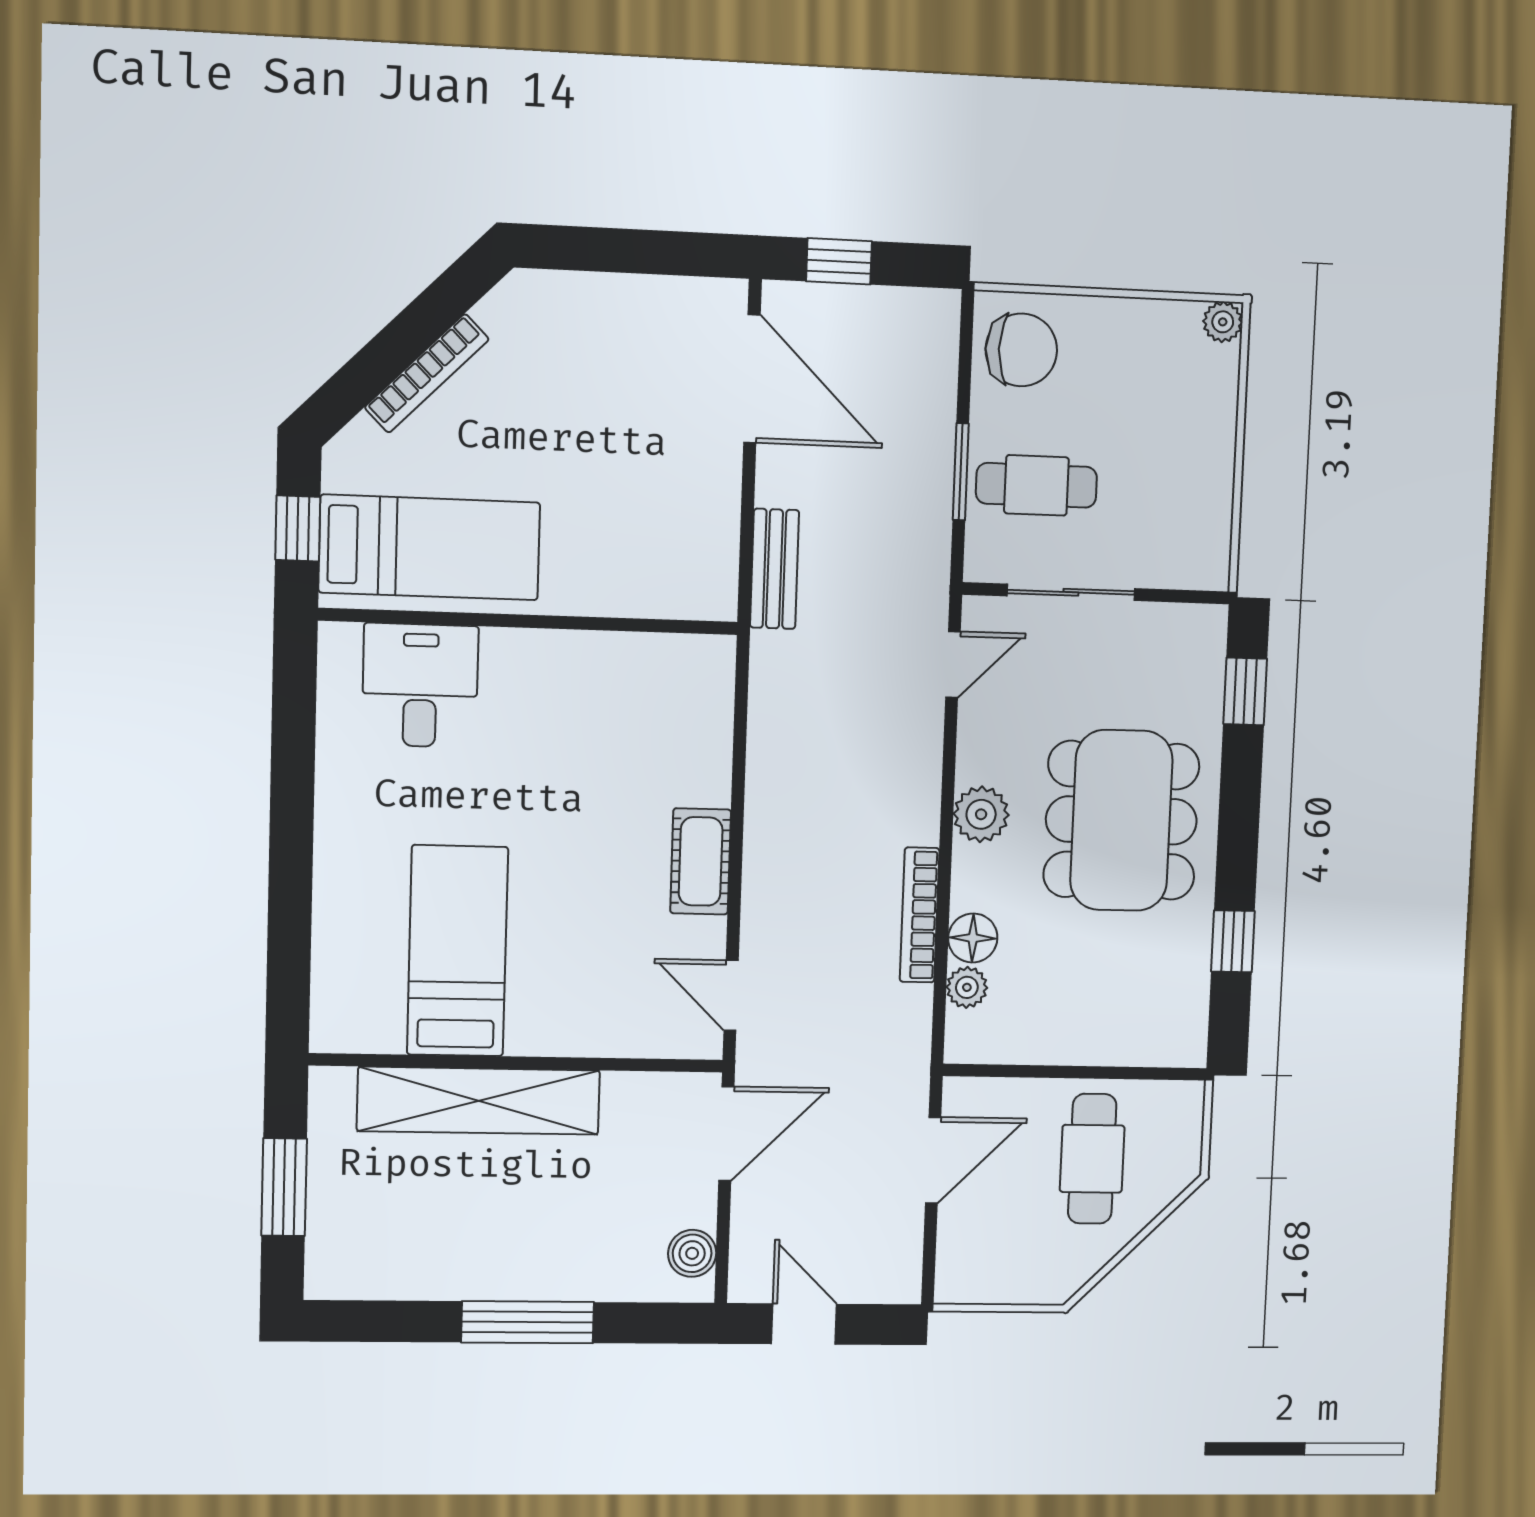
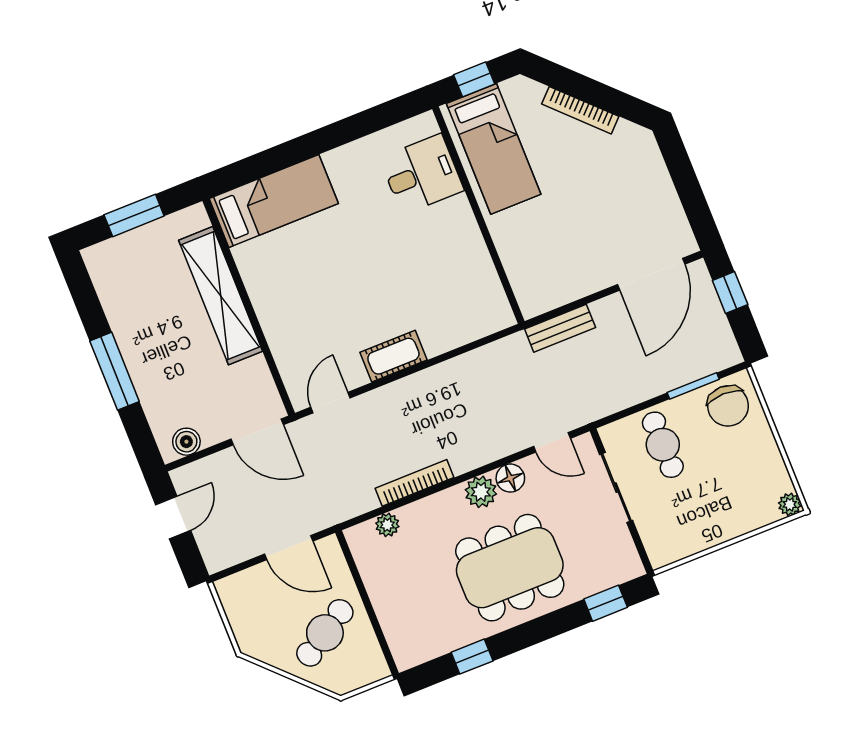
window: (961, 472) -> (693, 386), moved
floor lamp: (973, 938) -> (510, 478), moved
bed: (458, 951) -> (274, 201), moved
cafe table: (1092, 1159) -> (325, 633), turned -32

